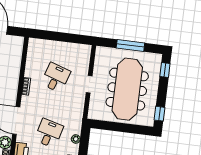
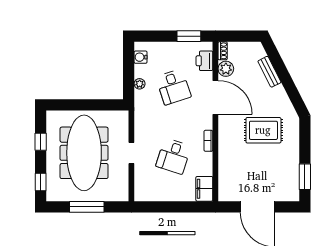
filing cabinet: (34, 48) -> (204, 189), added
window: (160, 114) -> (41, 142), moved
desk: (49, 133) -> (173, 87), turned -33

